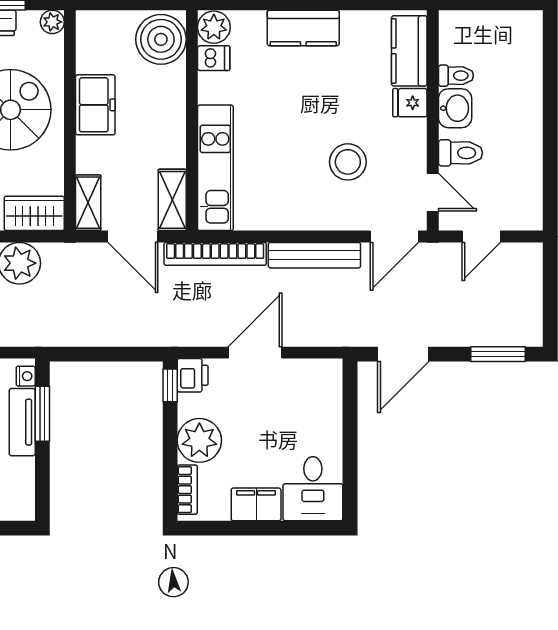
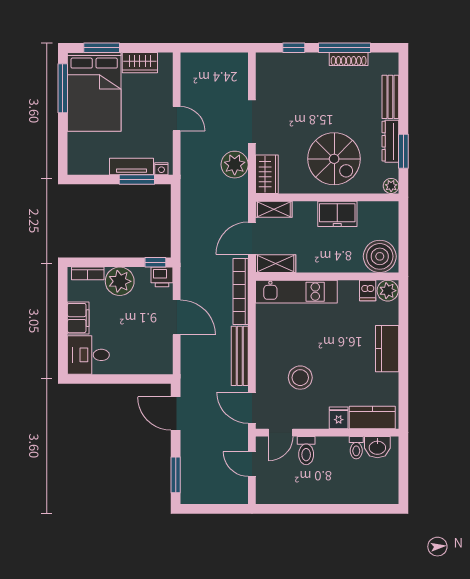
washbasin: (455, 108) -> (377, 447), moved

